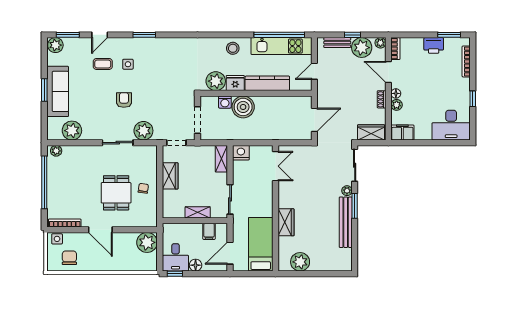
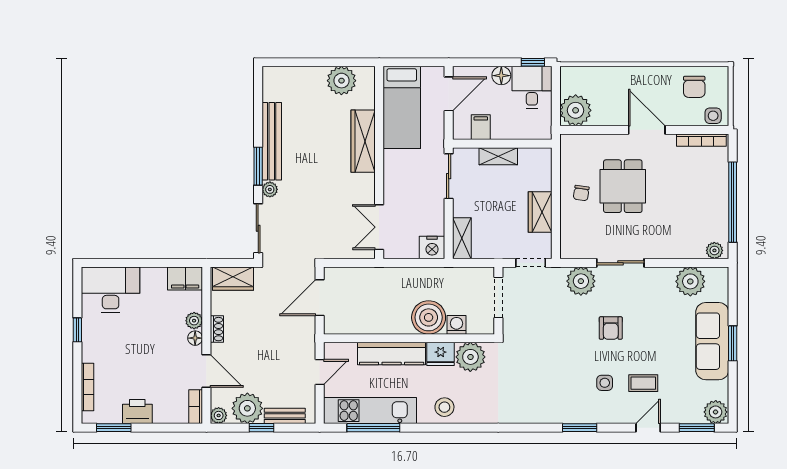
window: (279, 35) -> (373, 428), width x0.68
wardrobe: (286, 222) -> (363, 141), width x1.50

